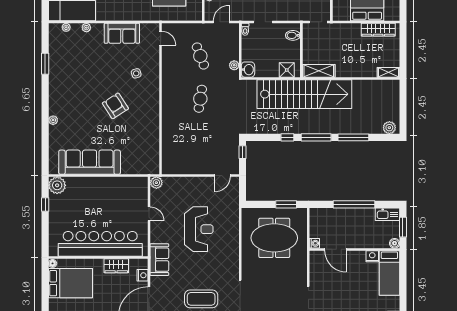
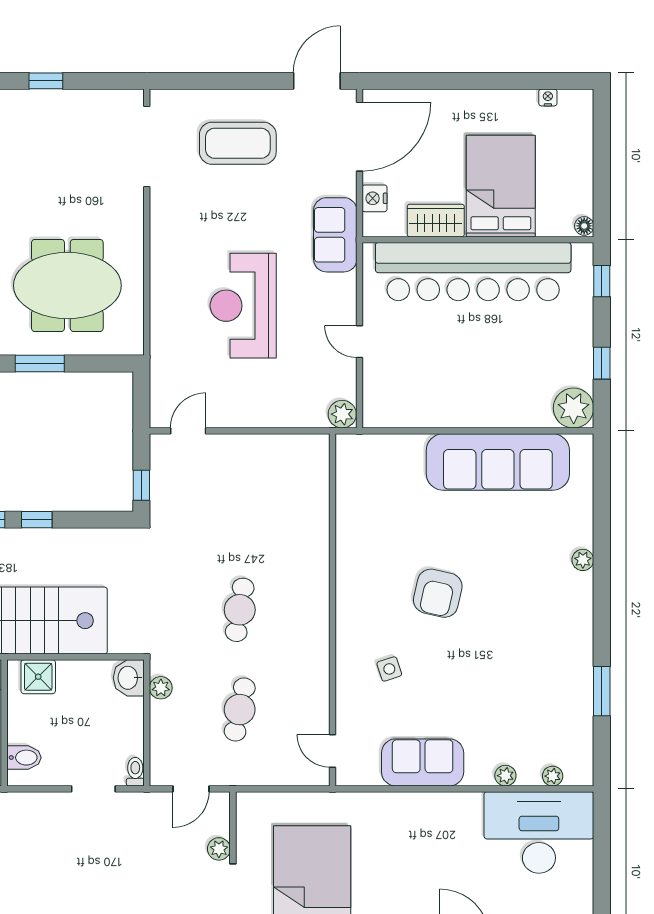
cafe table: (200, 56) -> (240, 710), turned 33
armchair: (115, 106) -> (438, 593), turned 46
window: (45, 240) -> (602, 281), added
bed: (70, 283) -> (501, 186), moved, turned 90

